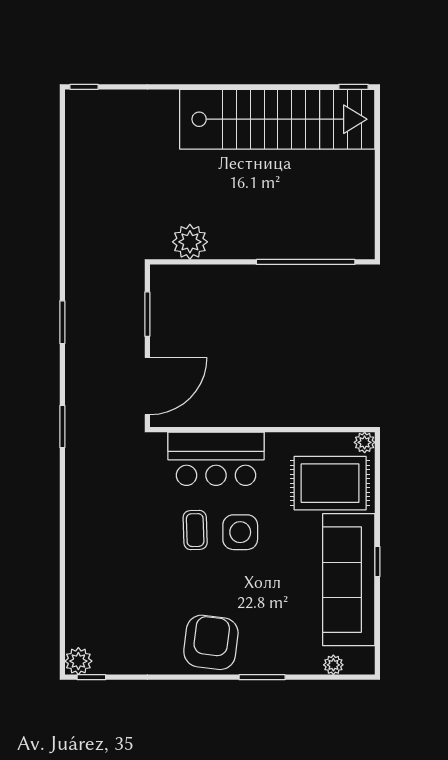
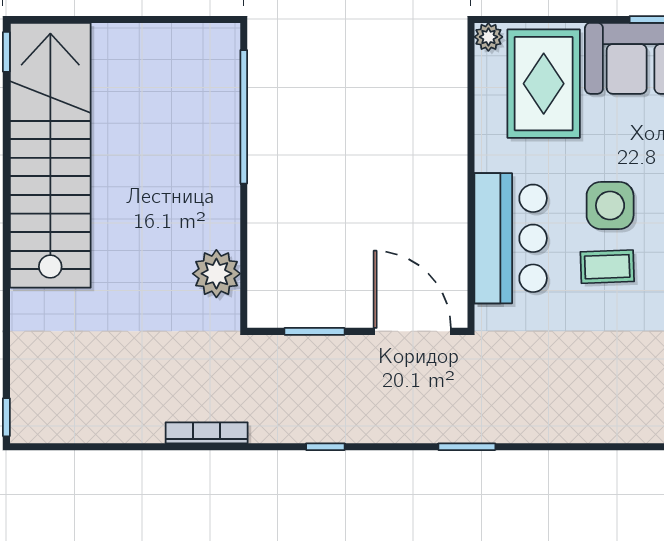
bookcase: (73, 235) -> (207, 433), added
window: (62, 322) -> (325, 447), width x0.67

